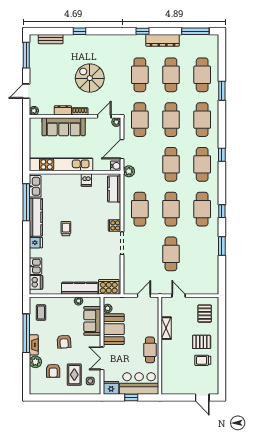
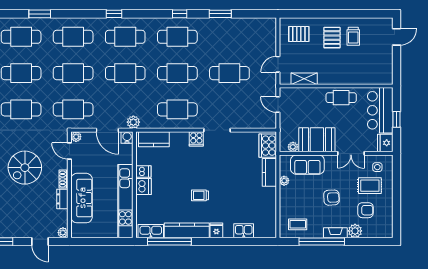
dishwasher: (36, 282) -> (143, 186), moved, turned 90
kitchen counter: (80, 288) -> (269, 172), width x0.67
shelving: (166, 328) -> (304, 79), moved

